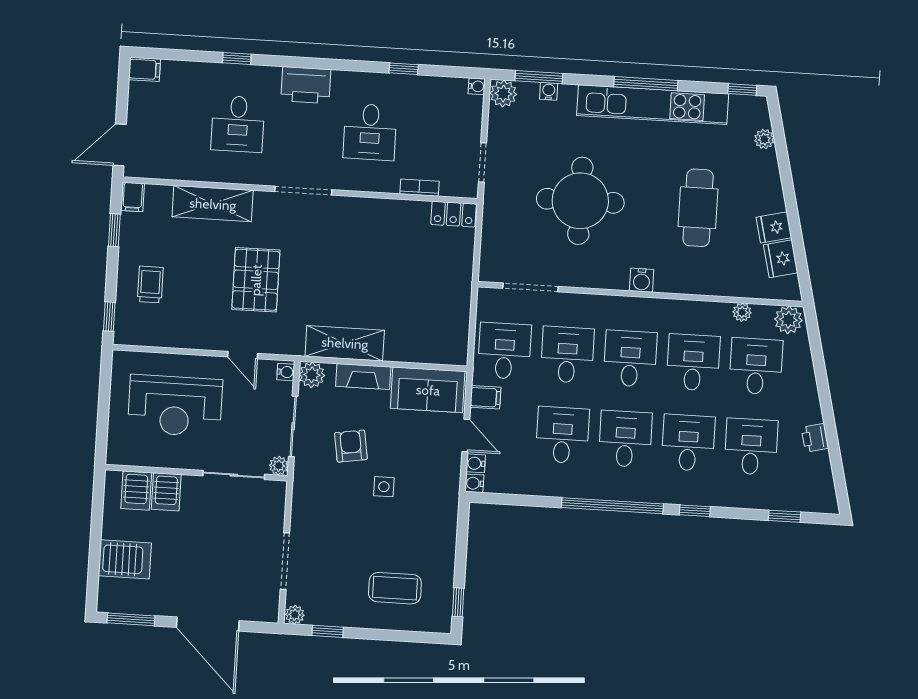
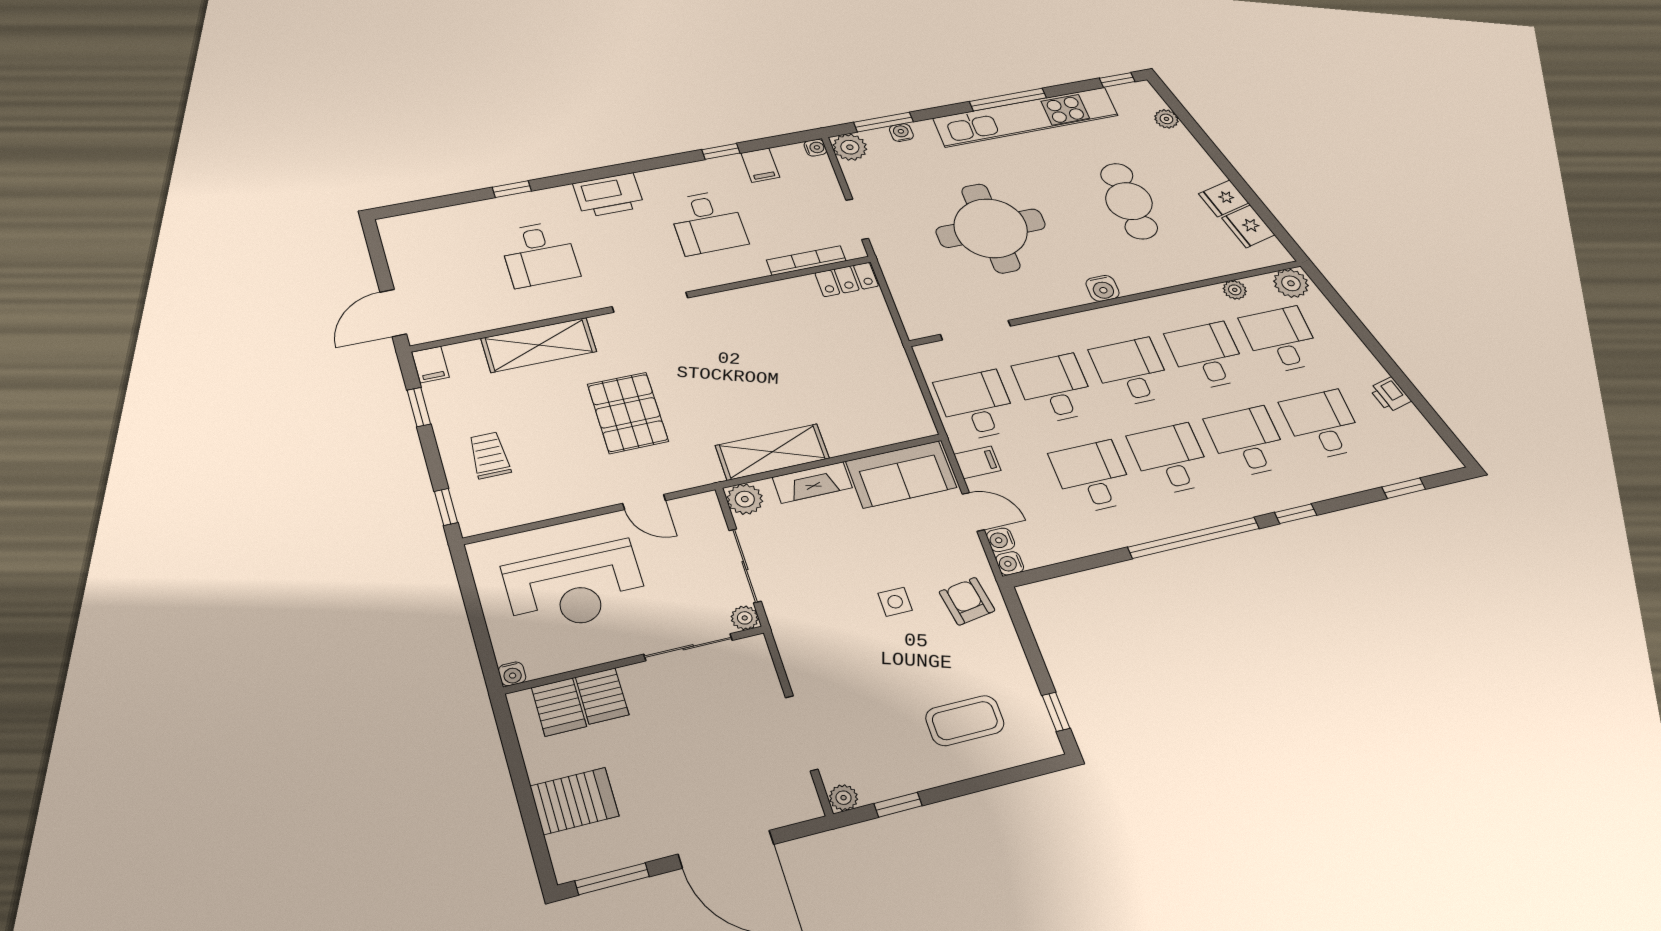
filing cabinet: (145, 69) -> (760, 165), moved, turned 90
bookcase: (420, 188) -> (806, 260), width x1.56
water cooler: (286, 372) -> (512, 674), moved, turned 90
armchair: (351, 446) -> (967, 601), moved

